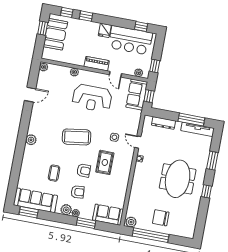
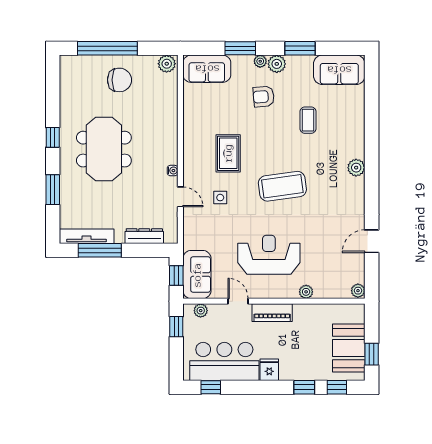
armchair: (84, 171) -> (260, 134), removed
sofa: (35, 200) -> (339, 70), width x0.73
window: (29, 212) -> (300, 48), moved
window: (151, 235) -> (107, 48), moved

